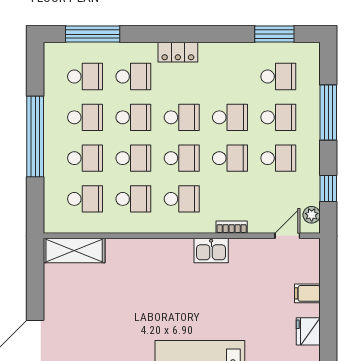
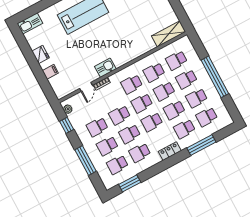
window: (93, 34) -> (201, 145), moved
school desk: (230, 77) -> (140, 153), added
door: (287, 236) -> (86, 87), moved

